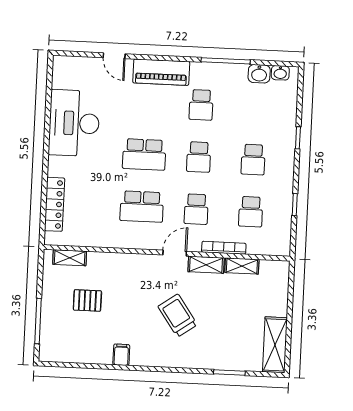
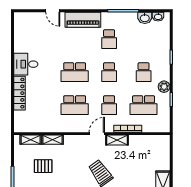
desk: (74, 123) -> (26, 64), width x0.53, depth x0.77
plant: (284, 184) -> (164, 87), added
locker: (55, 204) -> (20, 93), moved
school desk: (251, 212) -> (144, 105), width x1.85
shelving: (242, 266) -> (53, 140), moved

